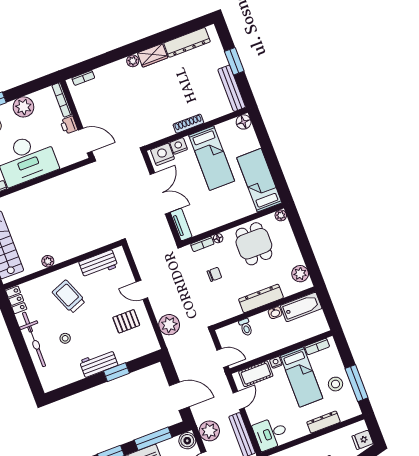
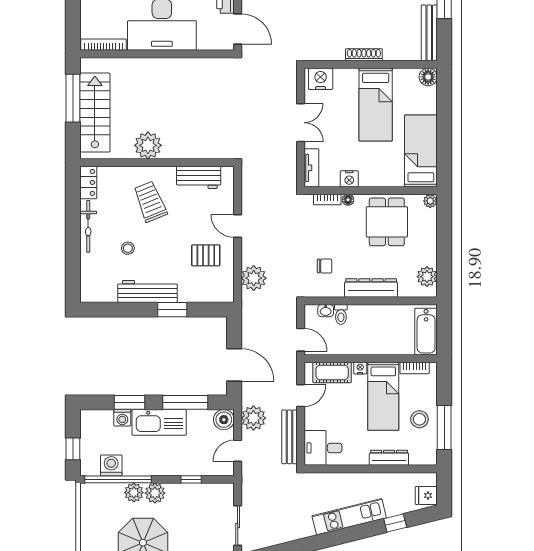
nightstand: (179, 146) -> (349, 179), moved, turned 180
double door: (160, 193) -> (301, 123), width x0.73
plant: (48, 261) -> (148, 145), width x1.88, depth x1.88
chair: (214, 274) -> (324, 266), moved
bathtub: (301, 307) -> (426, 332), moved, turned 90
washbasin: (275, 313) -> (326, 311), moved
bicycle: (34, 339) -> (88, 226), width x0.73, depth x0.71
workbench: (99, 363) -> (147, 291), width x1.38

